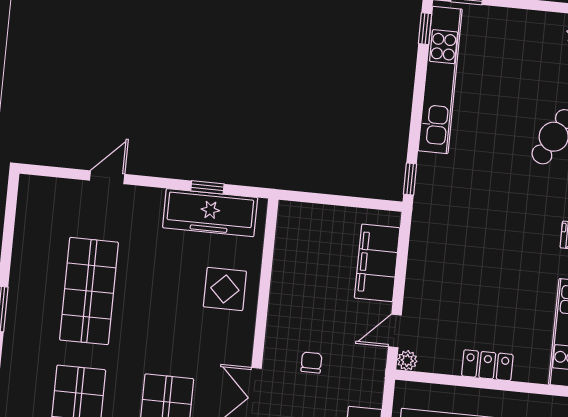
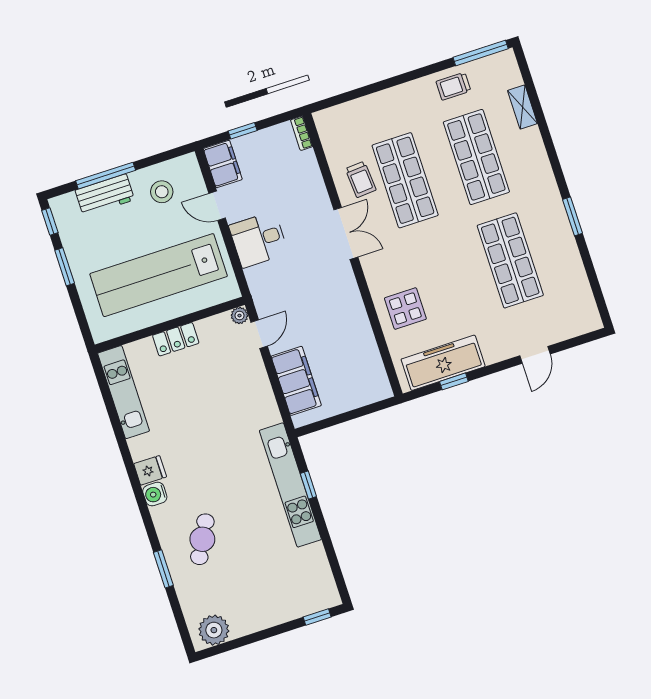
window: (425, 29) -> (339, 579), removed
kitchen unit: (440, 80) -> (290, 485), moved
window: (410, 179) -> (308, 485), moved
chair: (311, 362) -> (313, 281), removed

